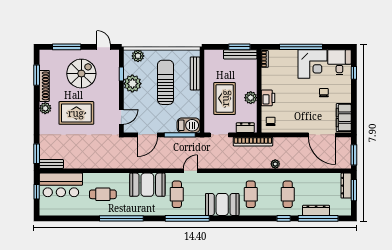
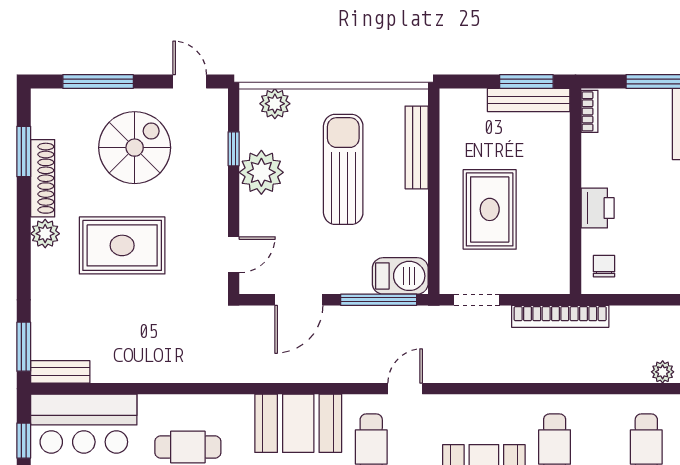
plant: (251, 98) -> (554, 207), removed
dresser: (245, 128) -> (541, 282), removed
plant: (275, 164) -> (663, 372), moved

